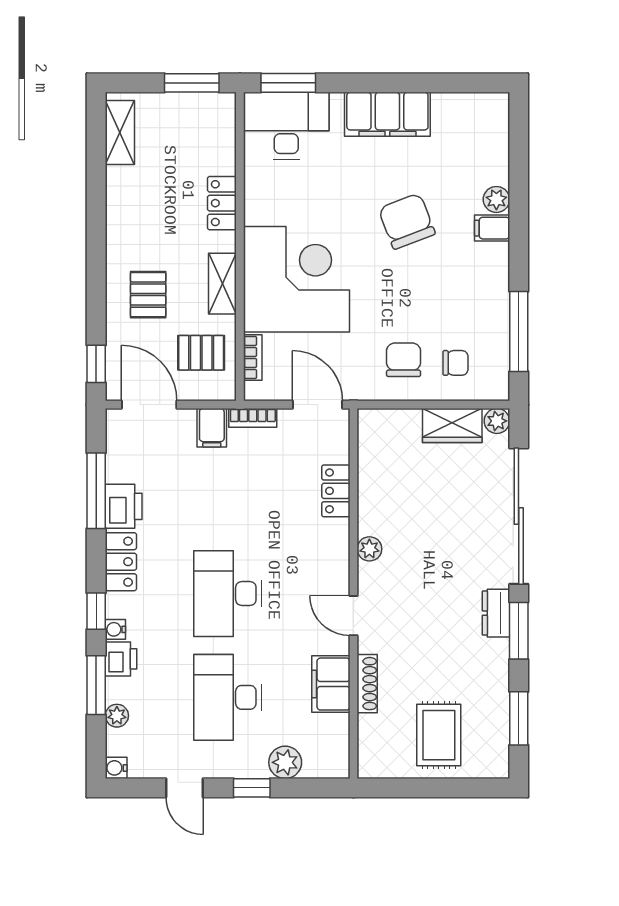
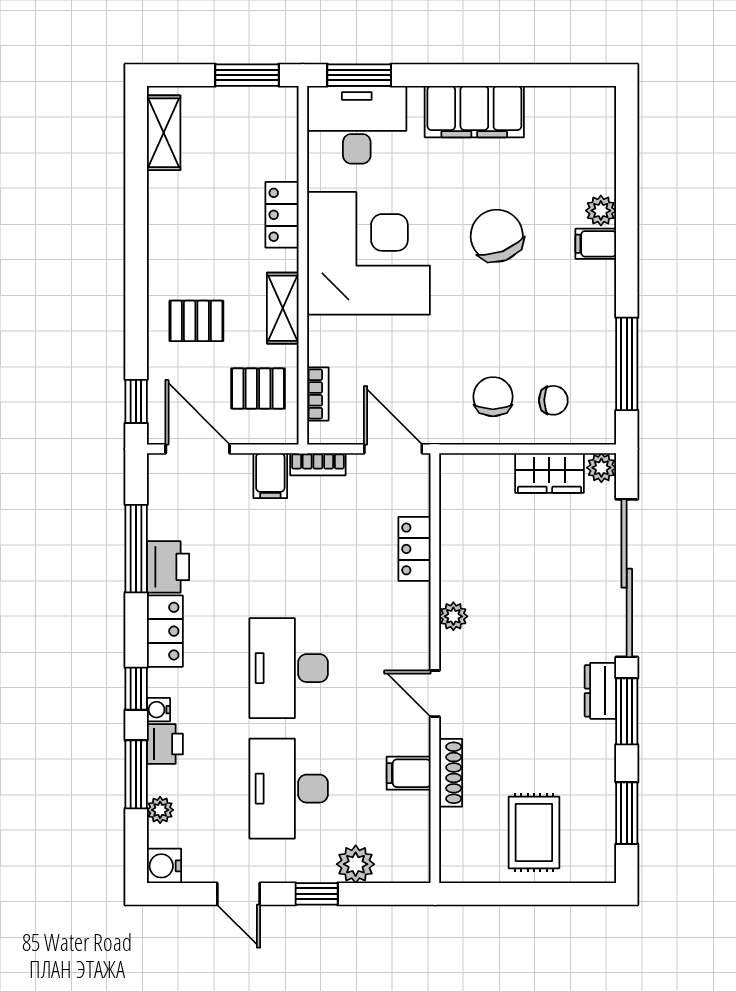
corner desk: (296, 279) -> (369, 253), moved
pallet: (148, 295) -> (196, 321), turned 90
filing cabinet: (331, 684) -> (409, 773), width x0.50
water cooler: (116, 768) -> (164, 866), width x1.38, depth x1.38

